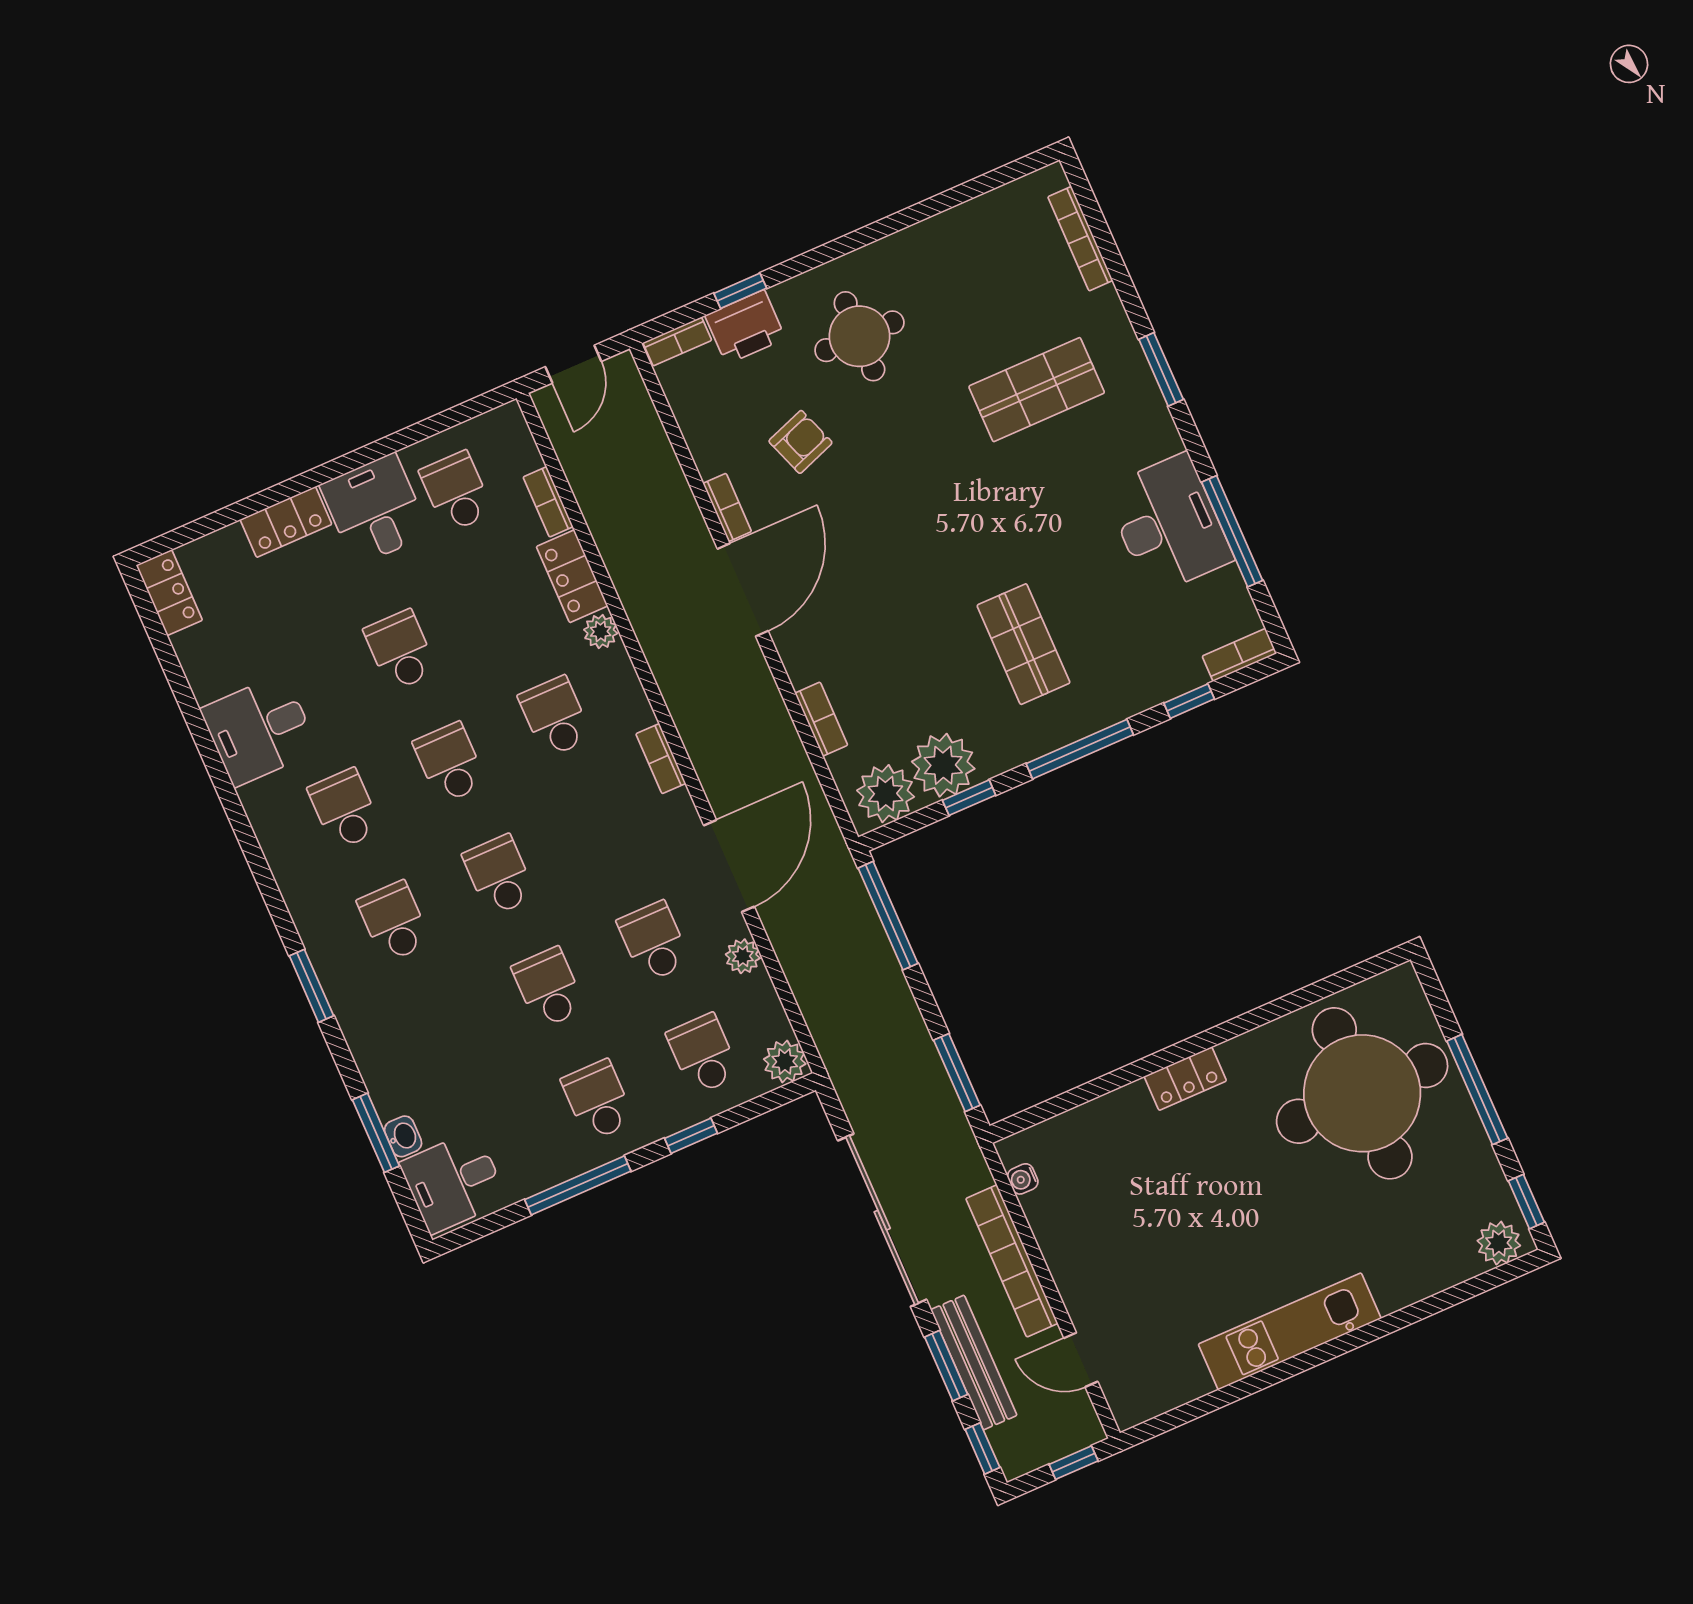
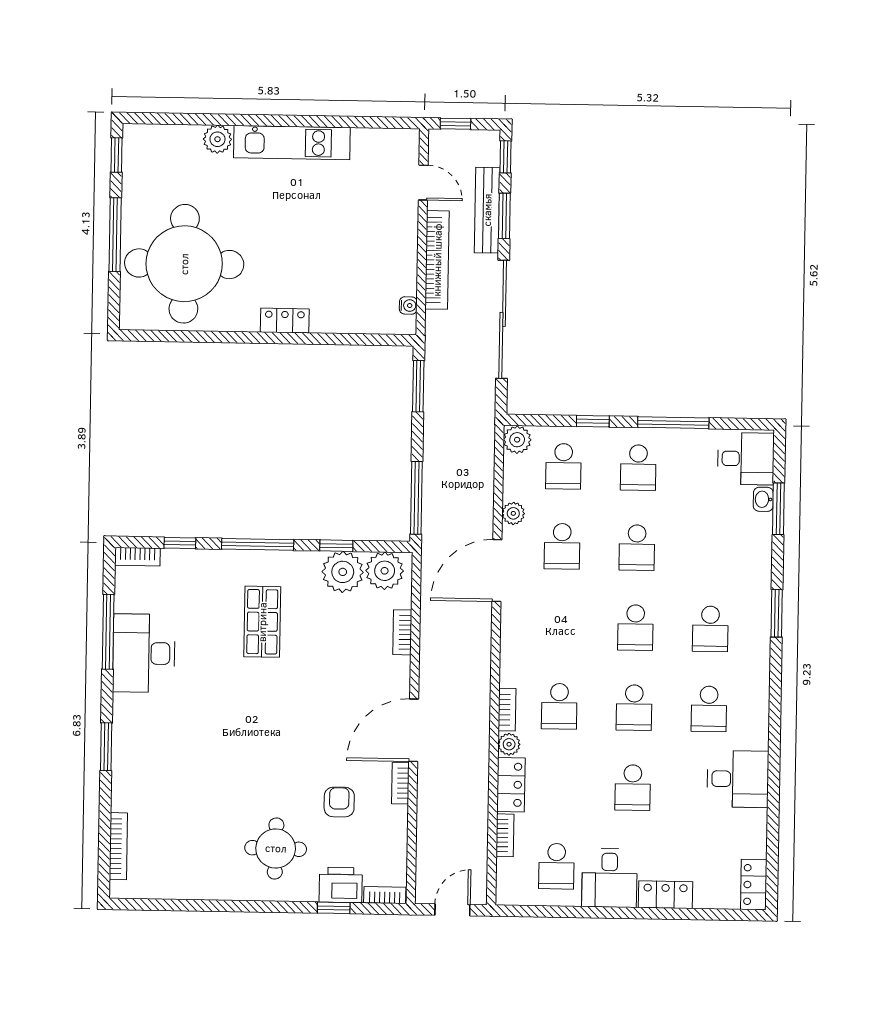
shop shelf: (1037, 390) -> (185, 769), removed
armchair: (800, 442) -> (339, 802), turned 110
bookcase: (661, 759) -> (507, 710), moved
plant: (1499, 1243) -> (217, 139), moved

